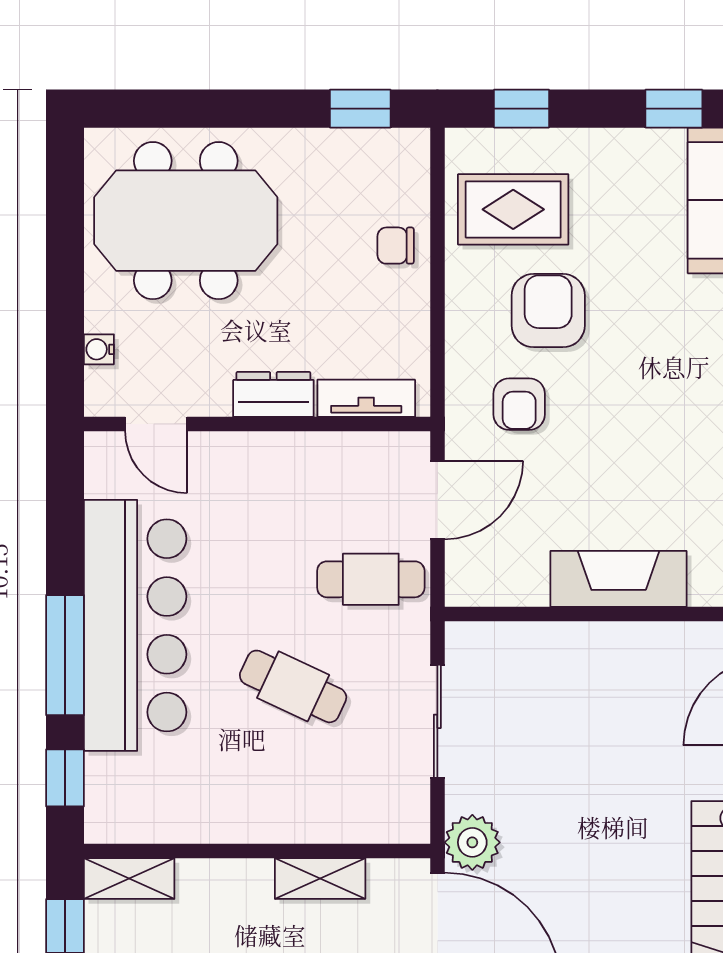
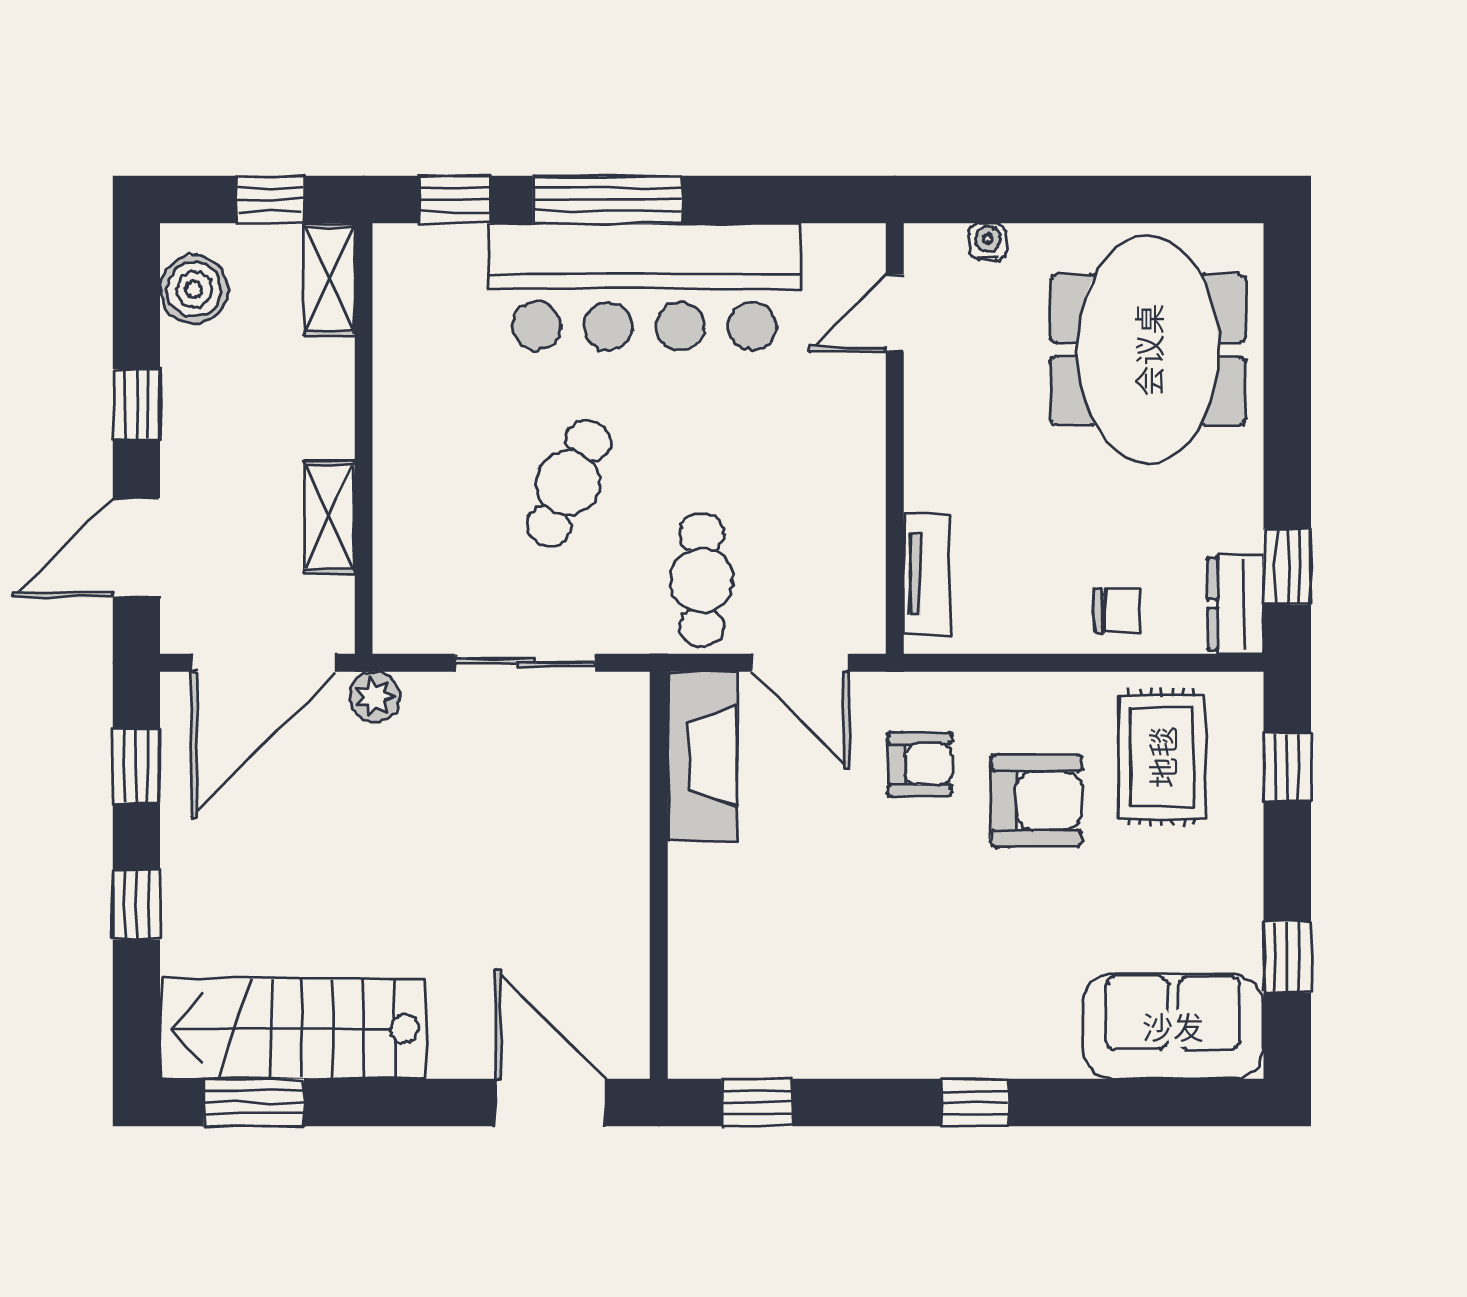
chair: (396, 246) -> (1117, 611), turned 90
dresser: (273, 394) -> (1236, 604), moved, turned 180
armchair: (519, 404) -> (920, 764), turned 180
fireplace: (619, 579) -> (702, 756), moved
plant: (472, 842) -> (374, 697), width x0.73, depth x0.73

